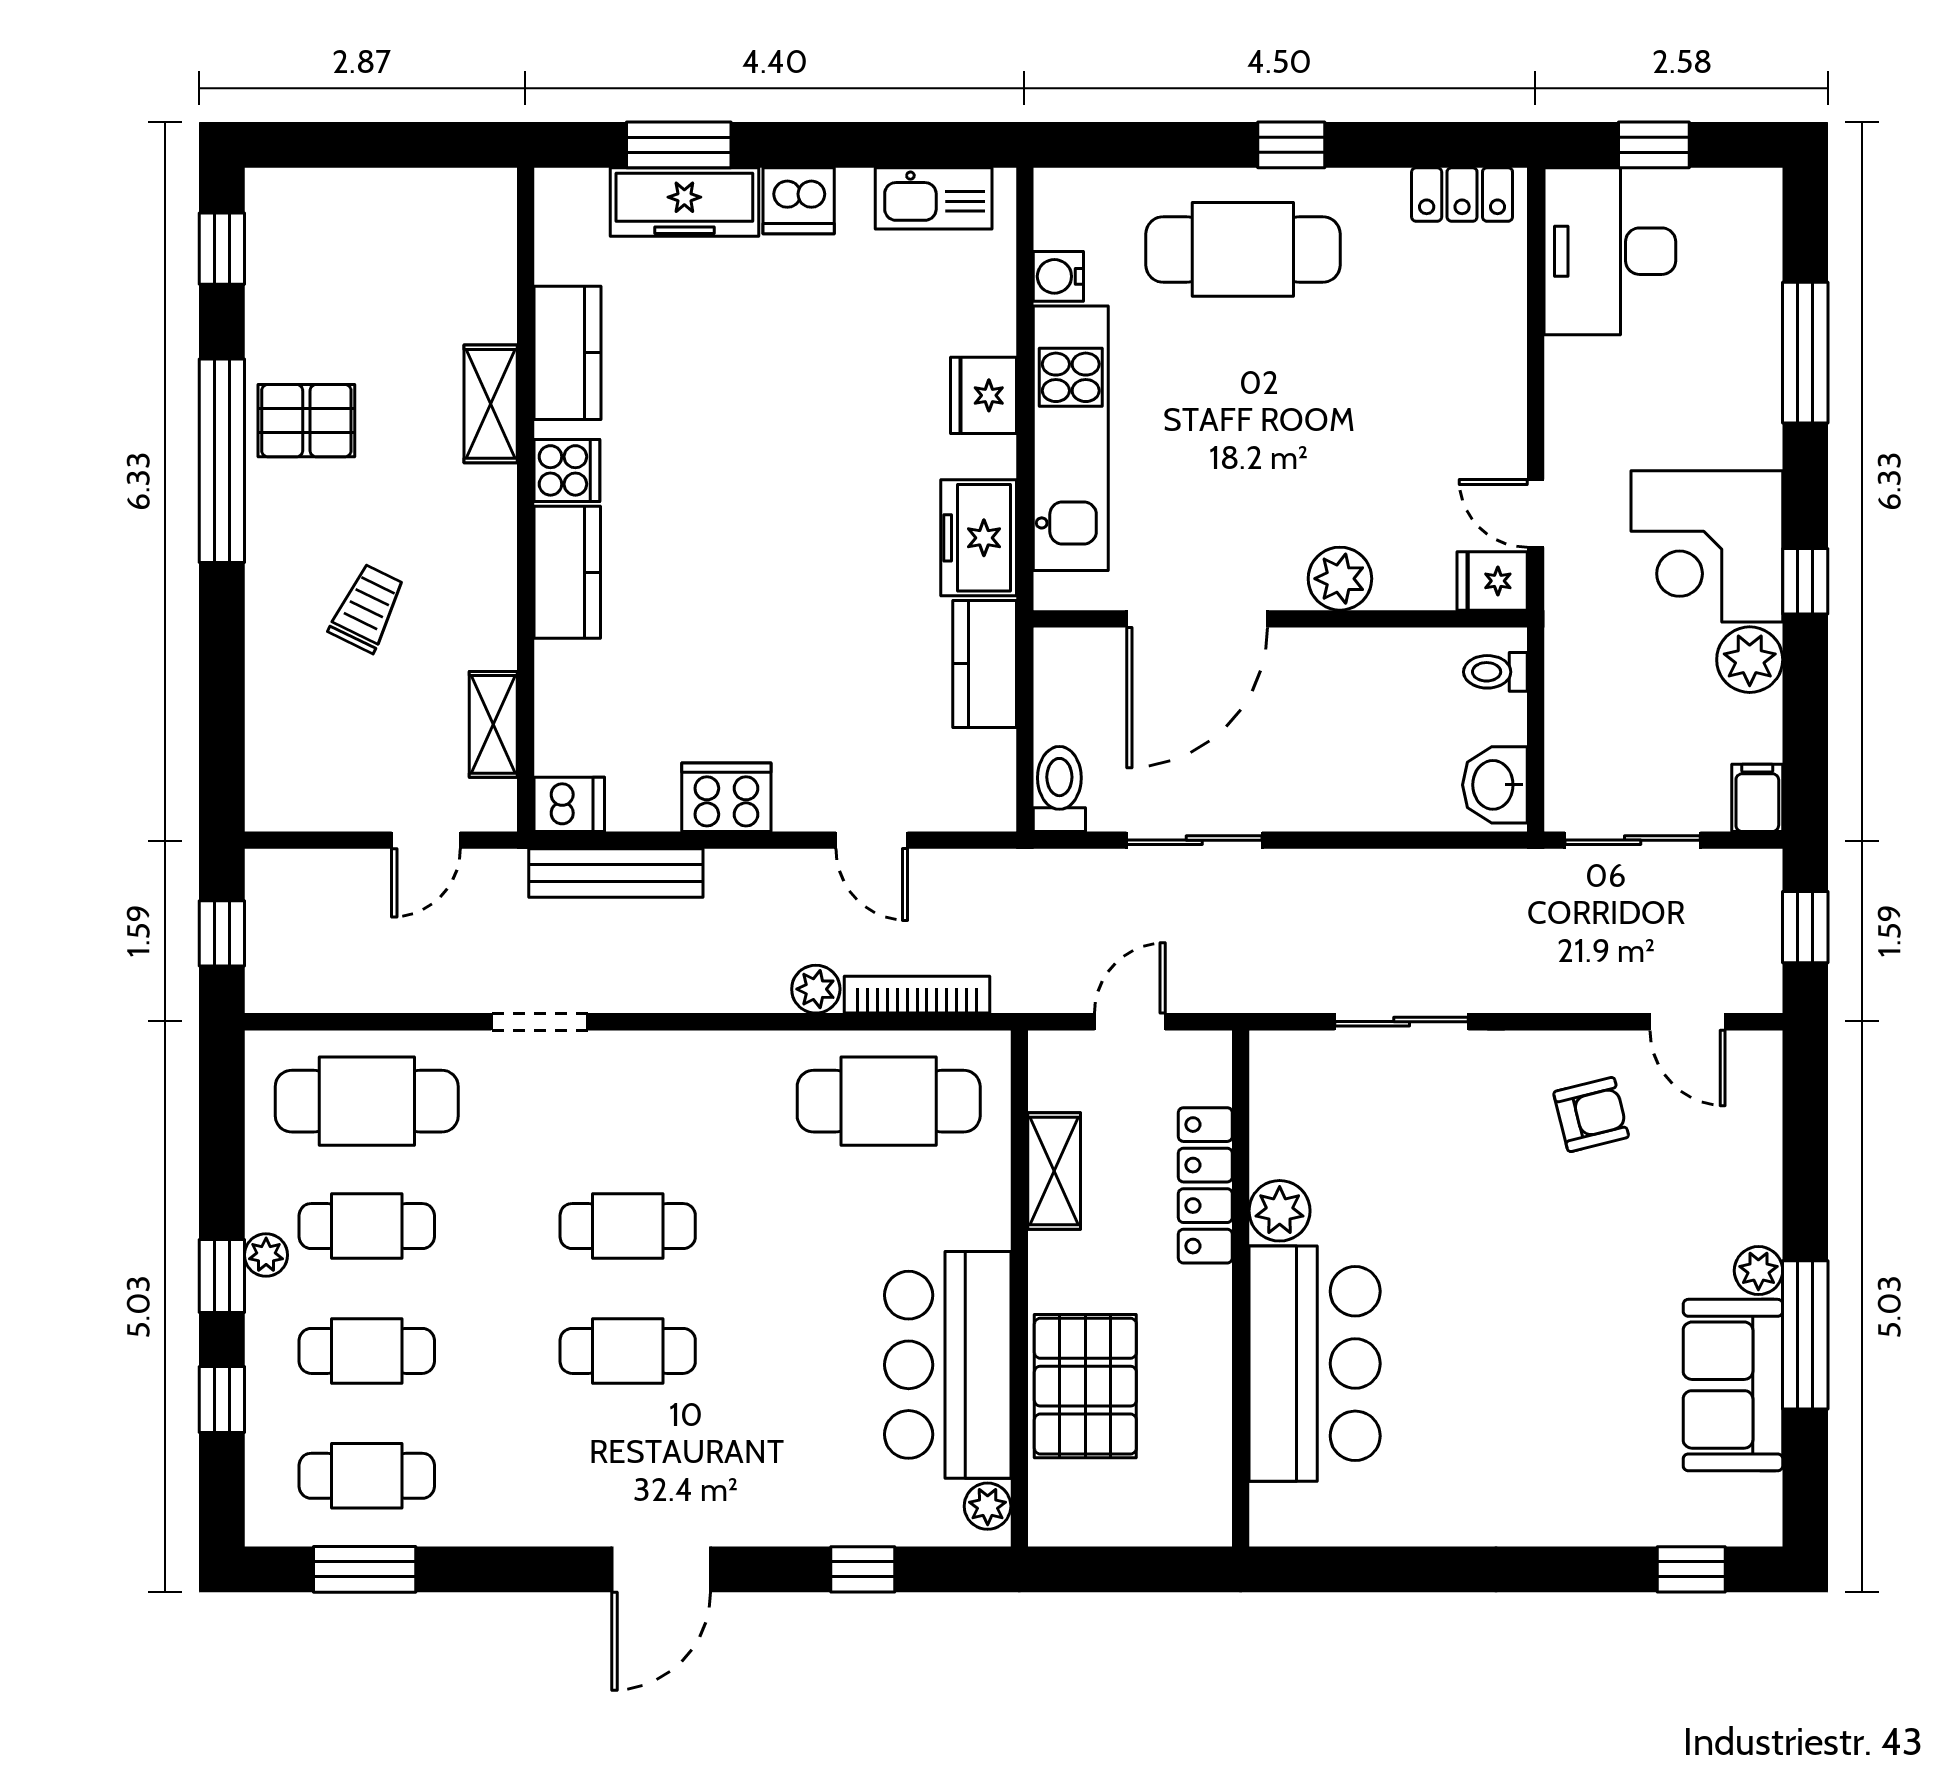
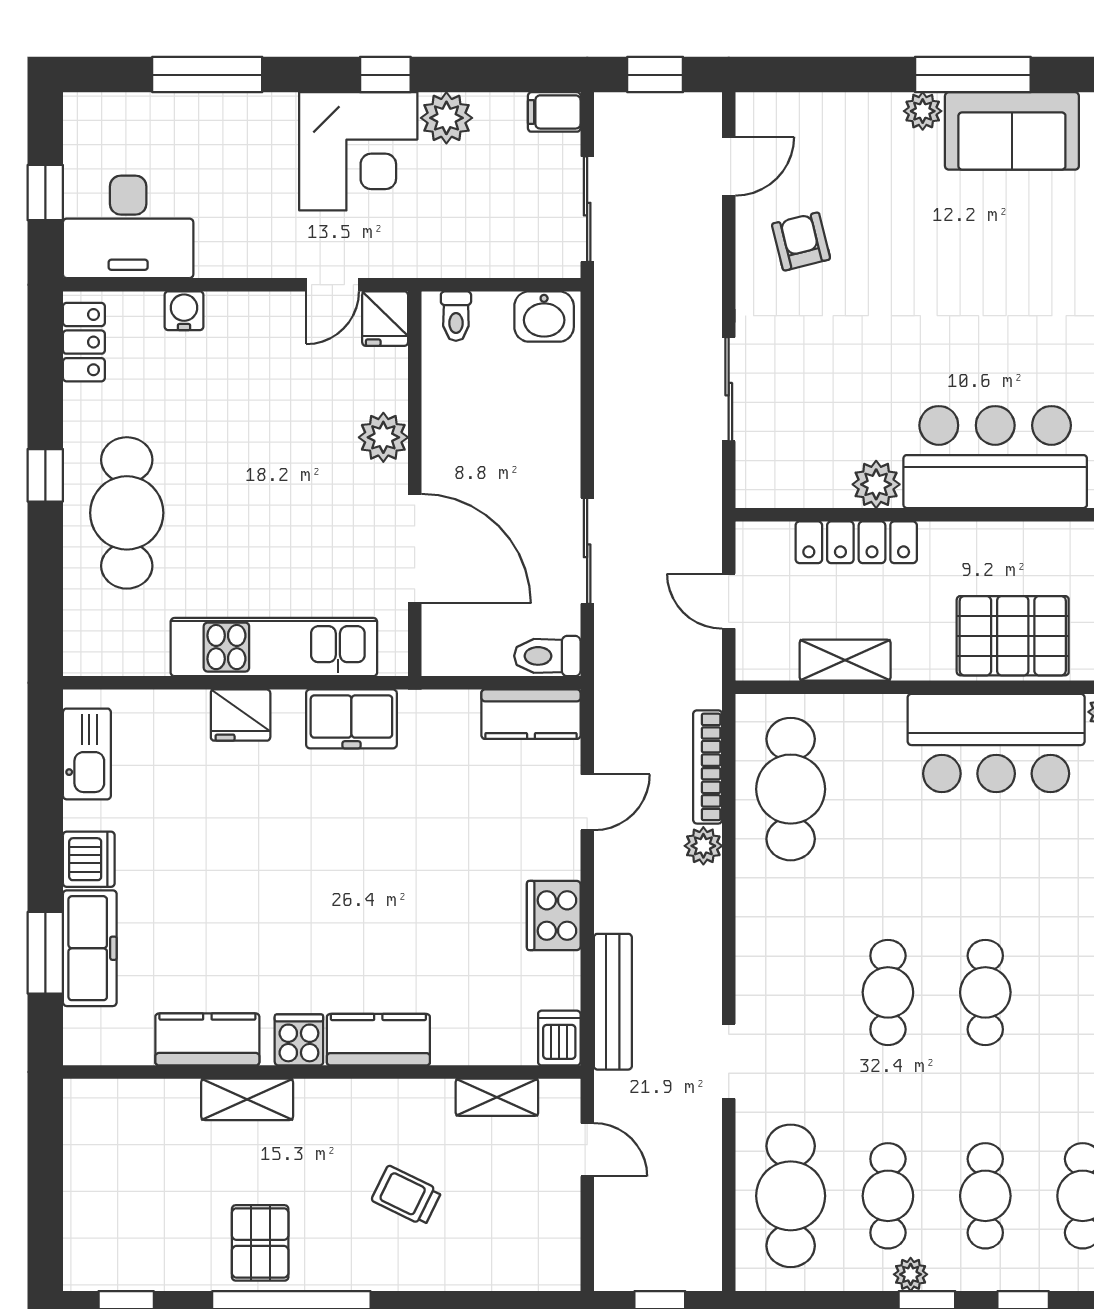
water cooler: (1058, 276) -> (184, 311), moved, turned 180
kitchen counter: (985, 664) -> (531, 714), moved

